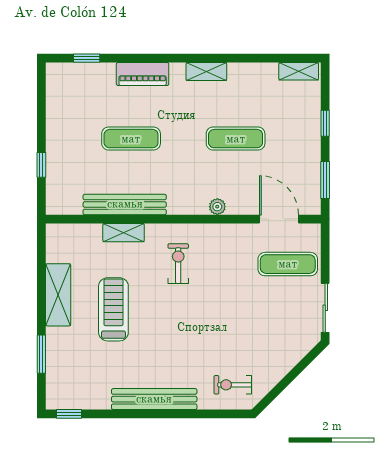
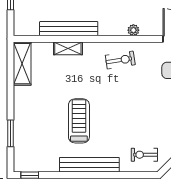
exercise bike: (178, 264) -> (120, 60), moved, turned 81
shelving: (58, 295) -> (22, 64), moved
treadmill: (113, 309) -> (79, 121), moved

